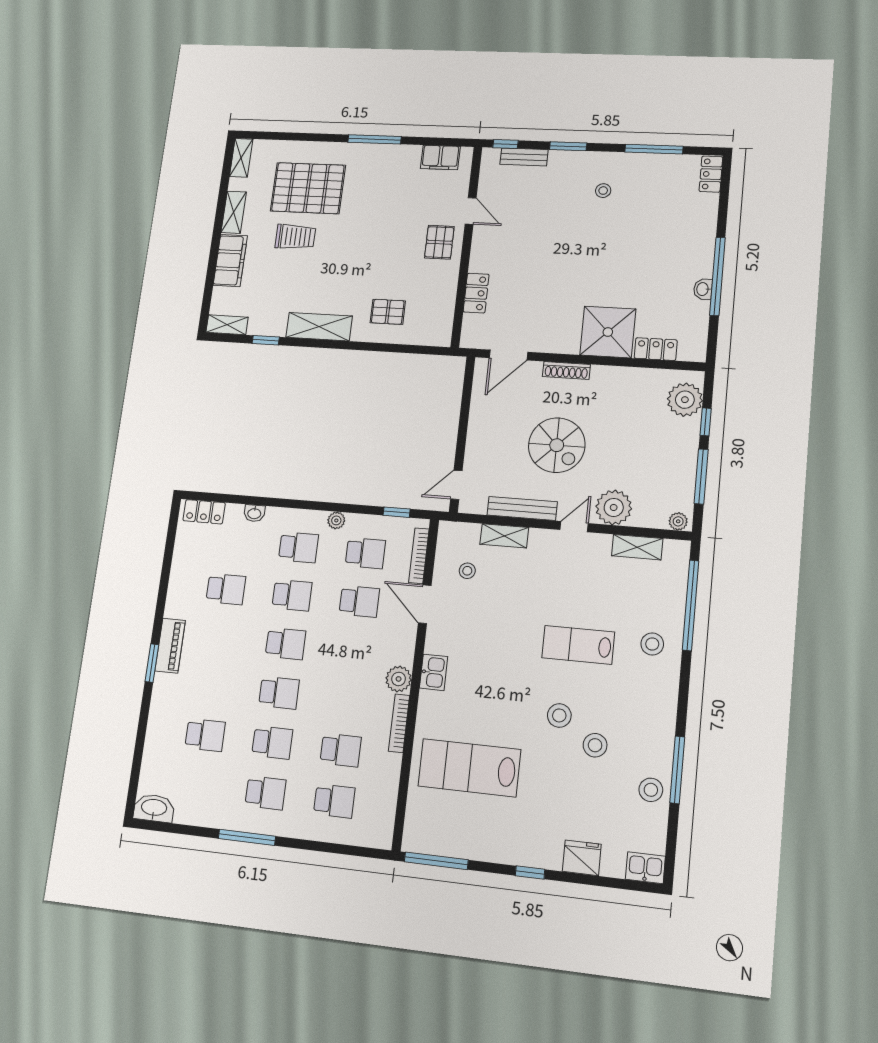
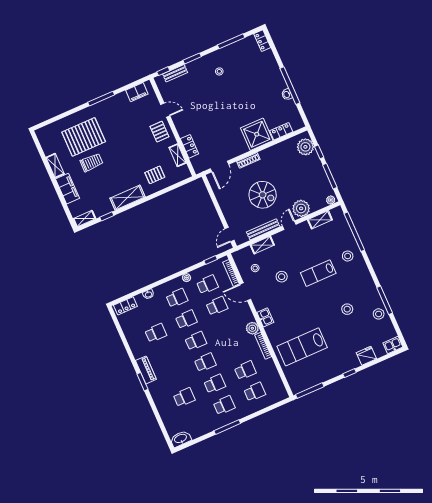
shelving: (241, 158) -> (178, 155), moved
stool: (559, 715) -> (282, 277), moved

